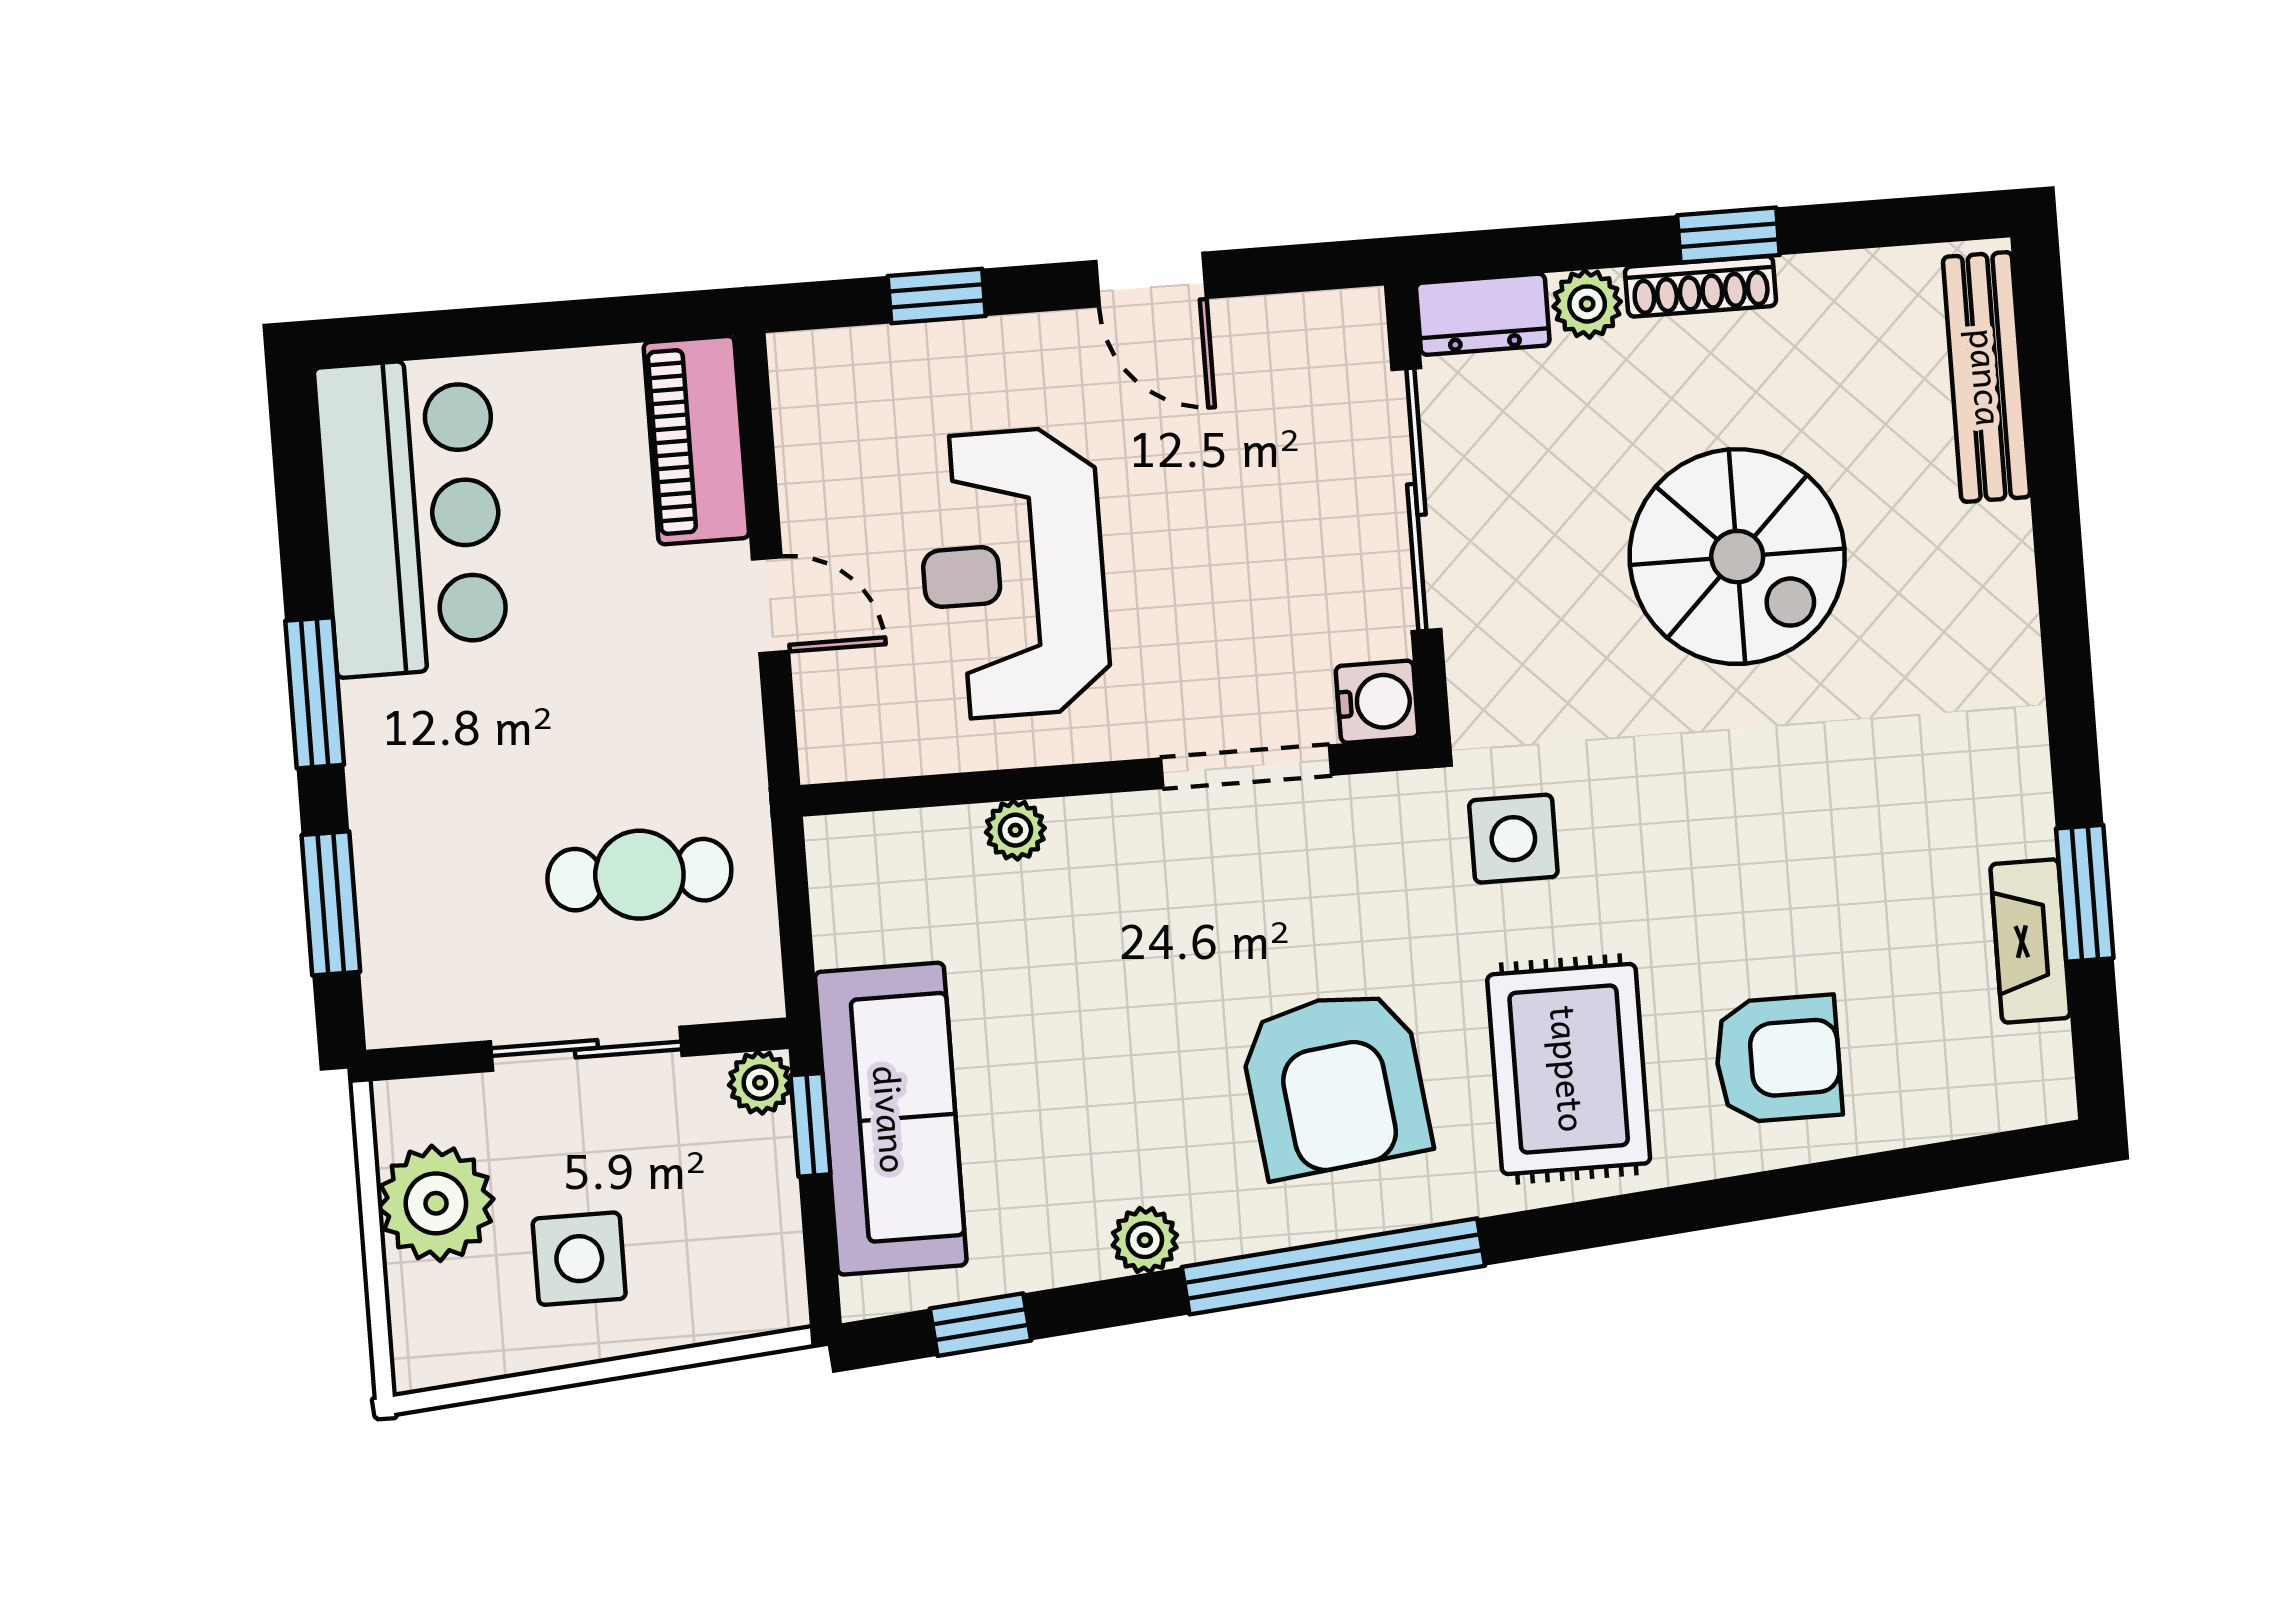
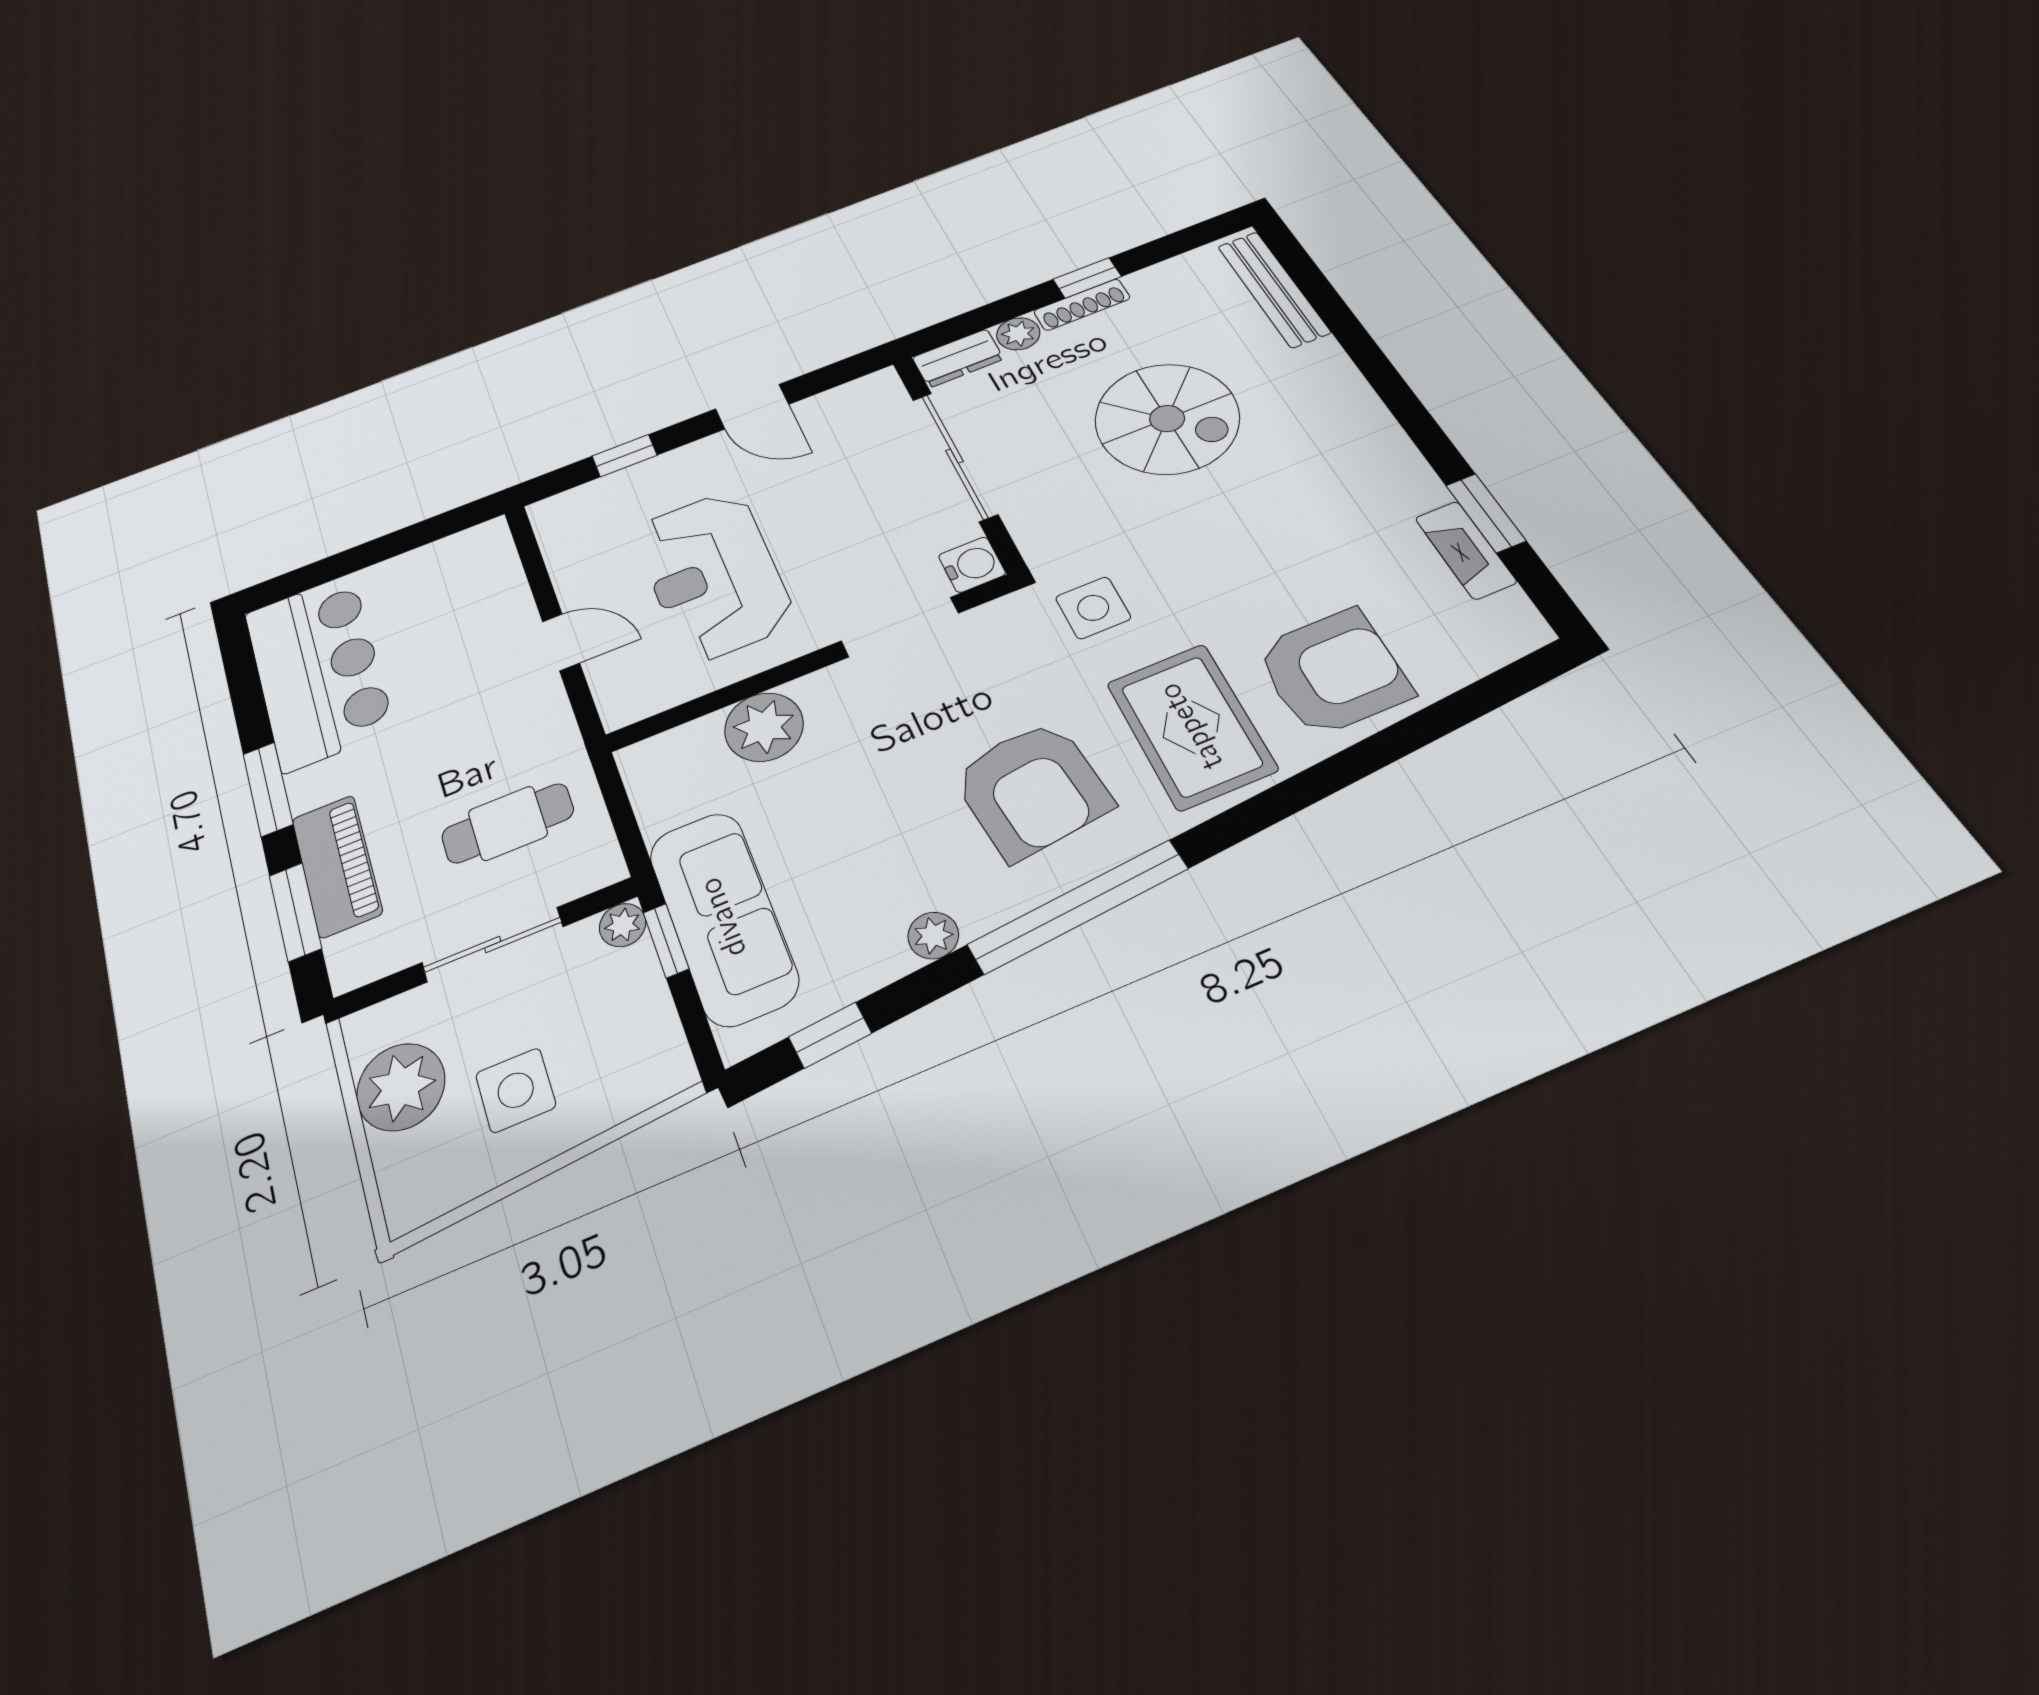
piano: (696, 440) -> (337, 866), moved, turned 180
plant: (1015, 830) -> (764, 727), width x1.88, depth x1.88
armchair: (1778, 1059) -> (1333, 672), width x1.36, depth x1.36

